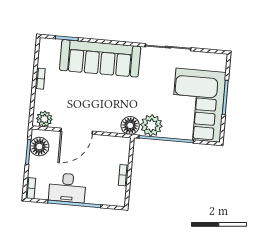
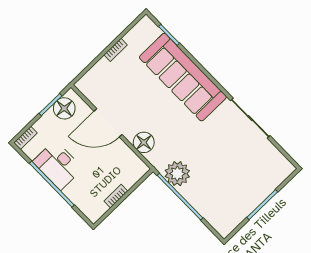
corner sofa: (198, 105) -> (233, 191), removed
plant: (44, 119) -> (89, 88), removed
floor lamp: (130, 125) -> (144, 142), moved

